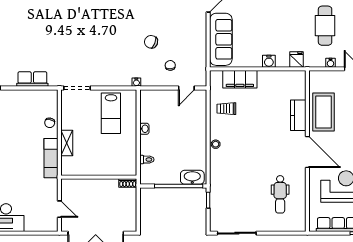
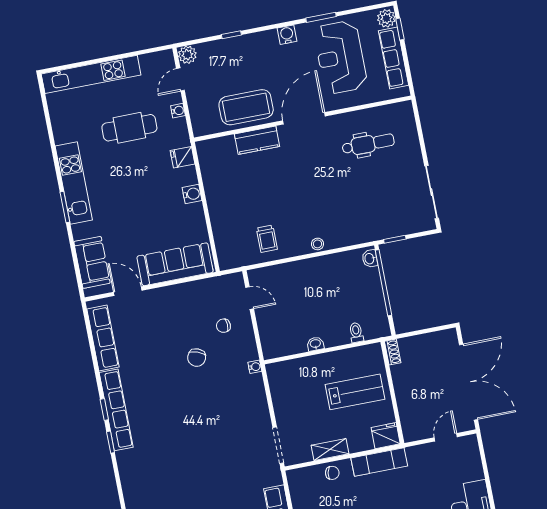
filing cabinet: (240, 79) -> (224, 228), removed
lab bench: (111, 113) -> (355, 392), moved
shelving: (67, 143) -> (330, 450), moved
fridge: (69, 166) -> (386, 436), added
washbasin: (192, 177) -> (370, 259), width x0.52, depth x0.69

